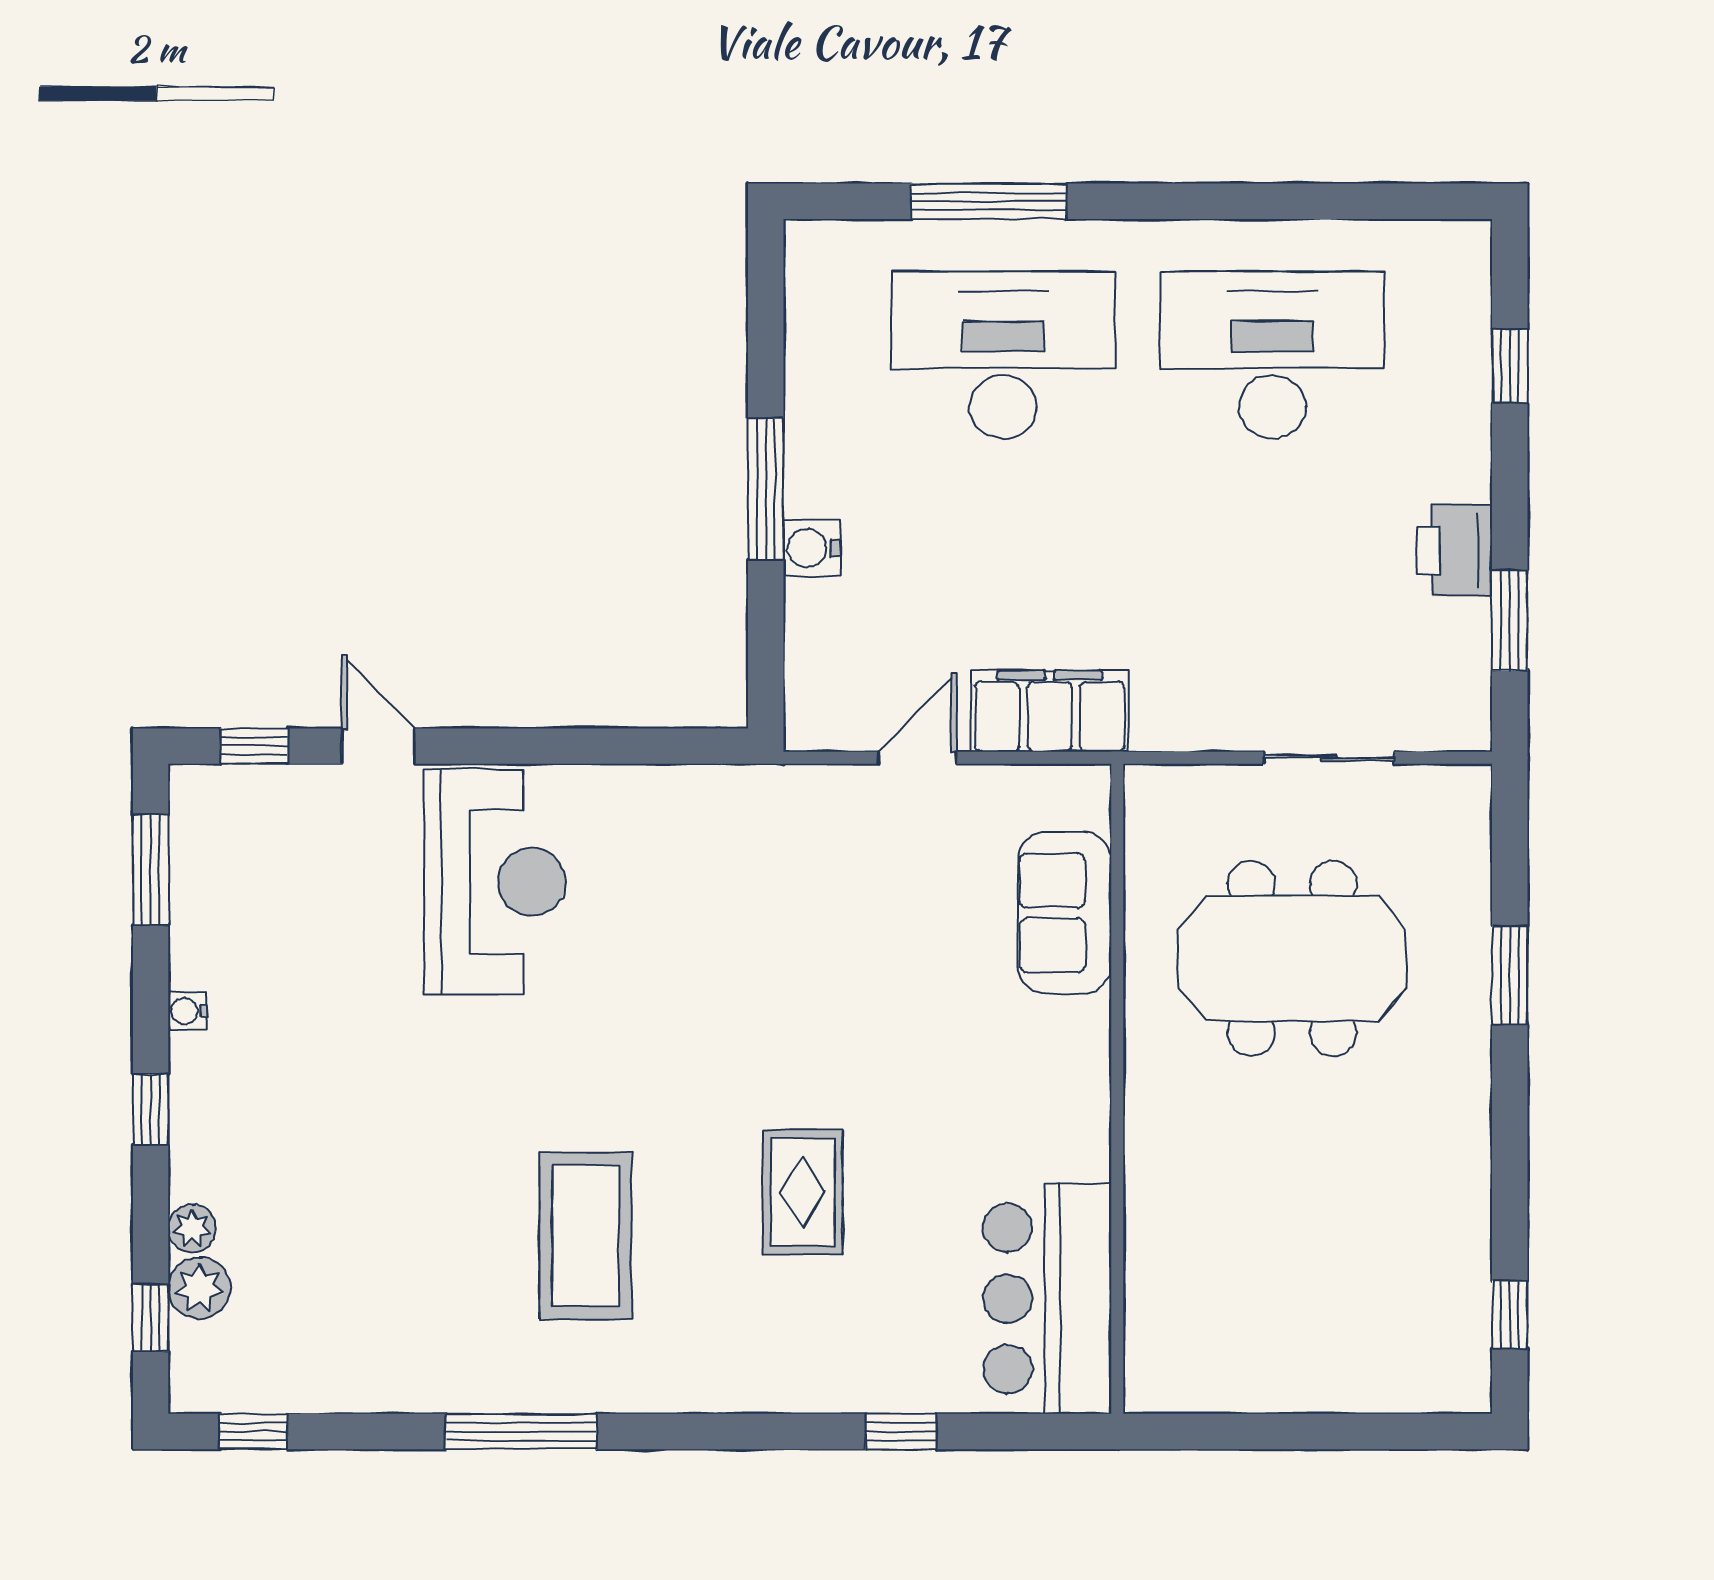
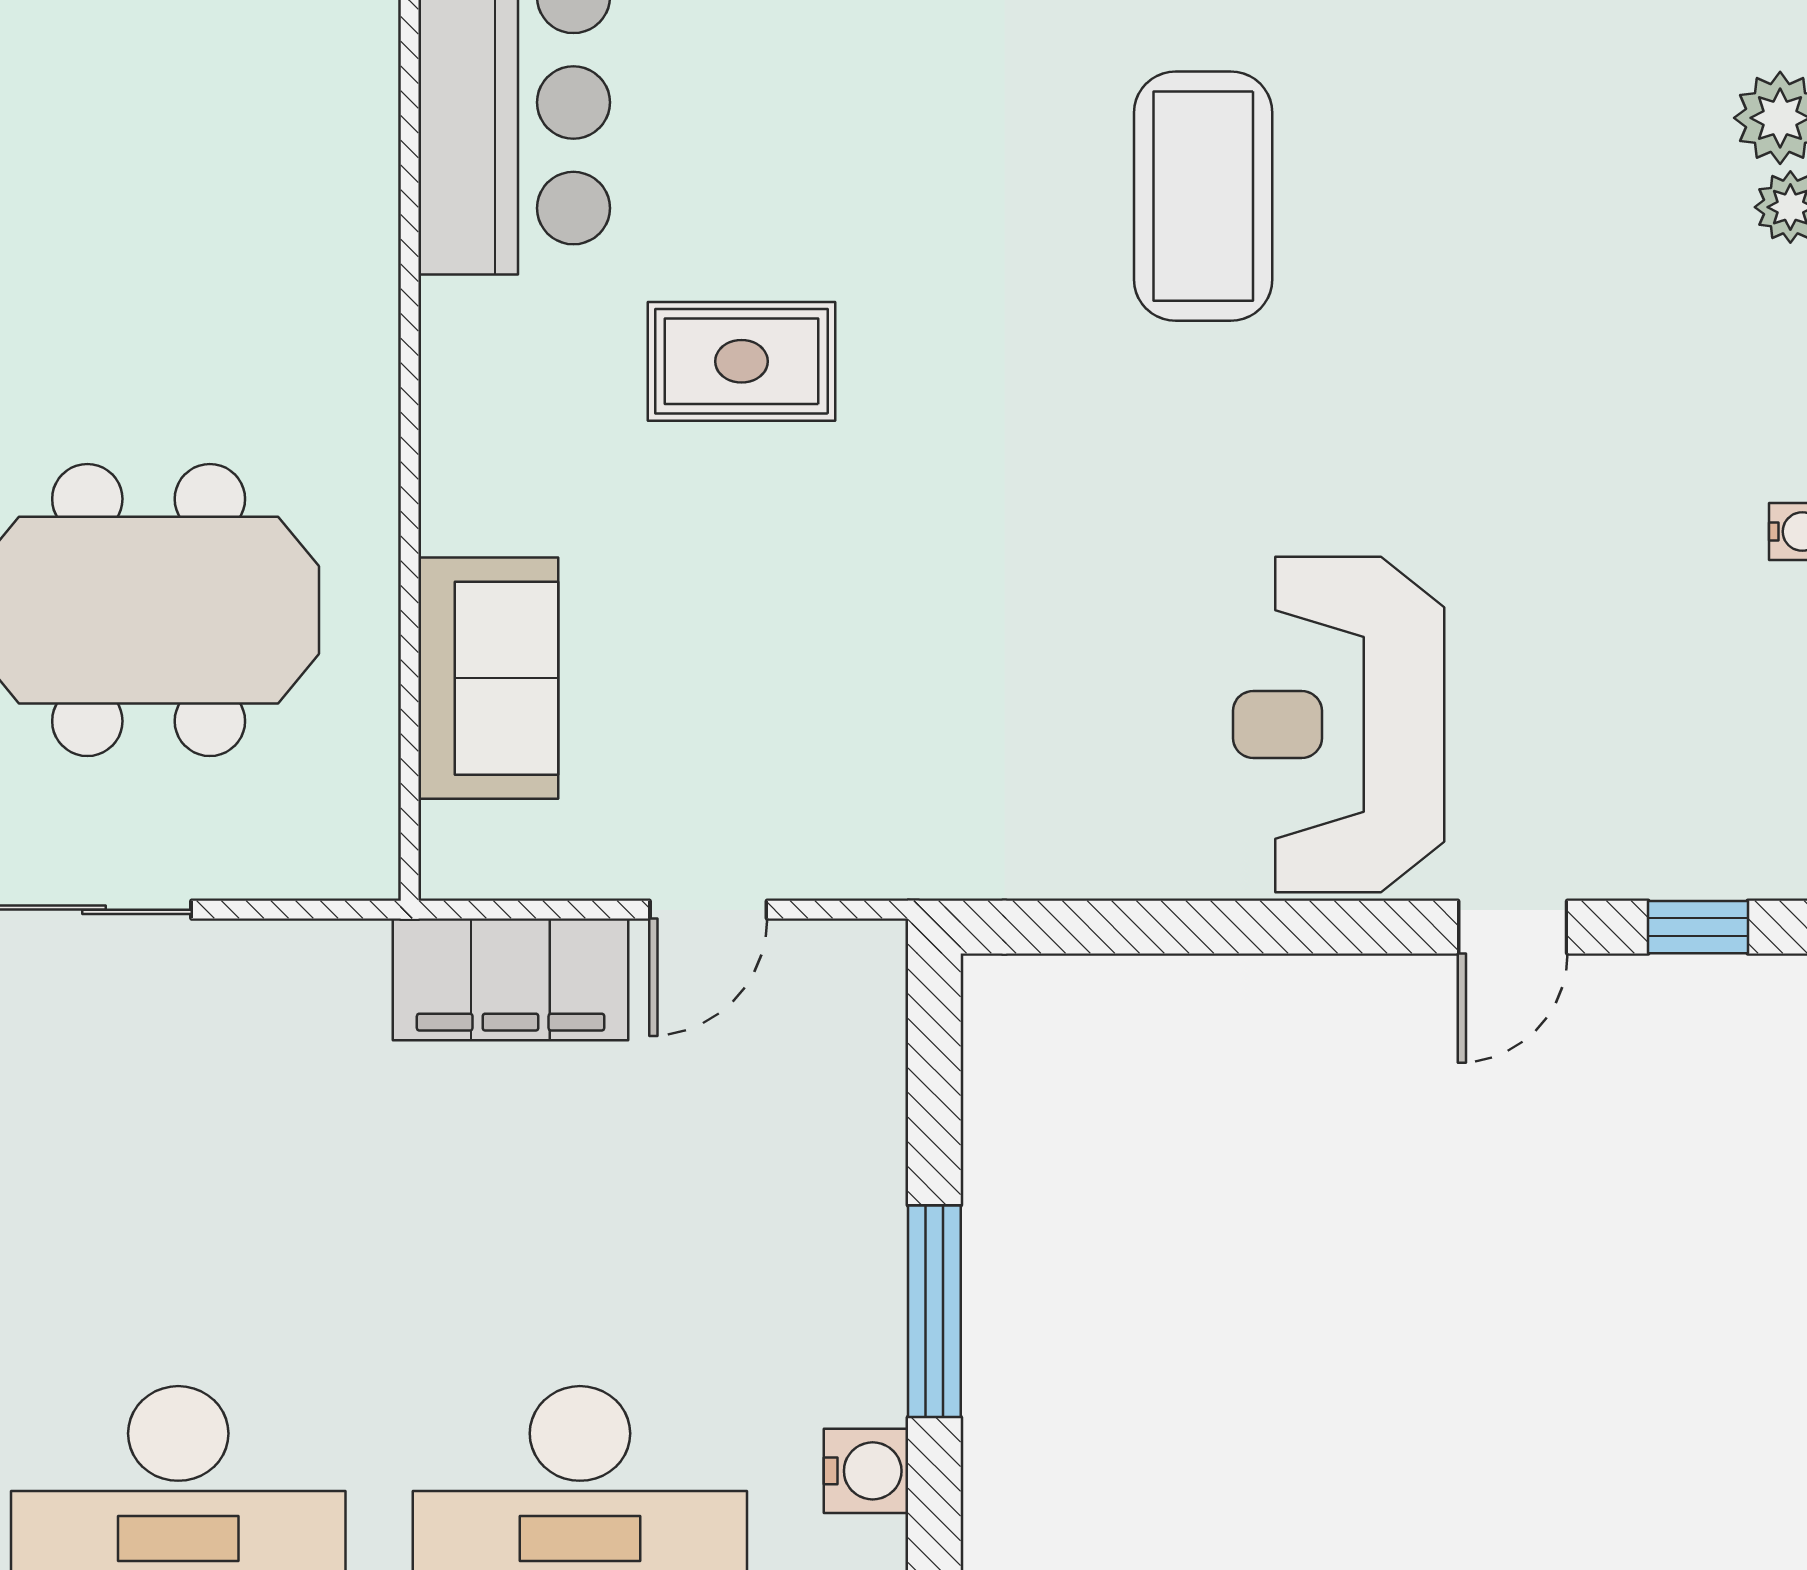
water cooler: (812, 548) -> (866, 1471), moved
door: (378, 746) -> (1513, 927), hinge flipped
rug: (803, 1192) -> (742, 361), moved, turned 90

